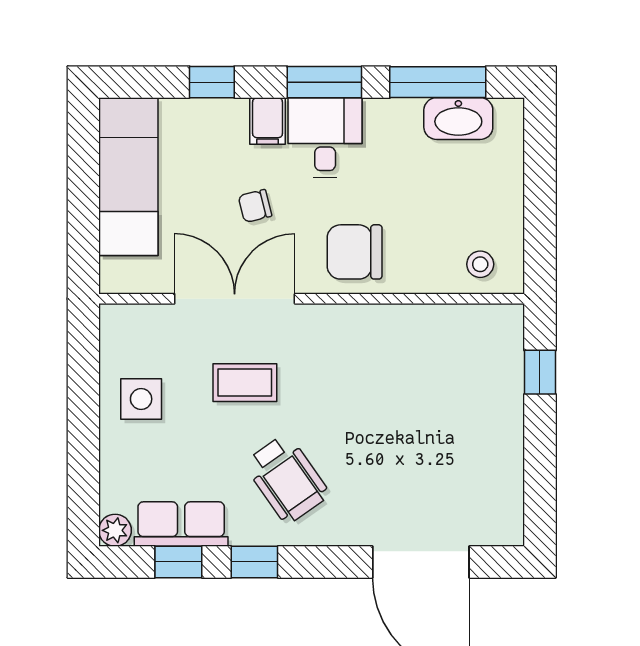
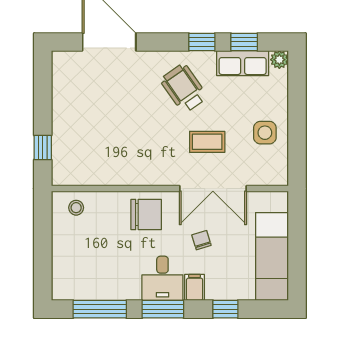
washbasin: (458, 119) -> (88, 289), removed
chair: (255, 206) -> (201, 240), turned -93

